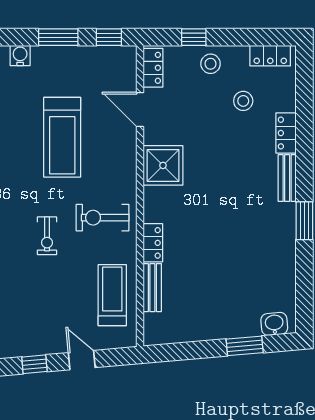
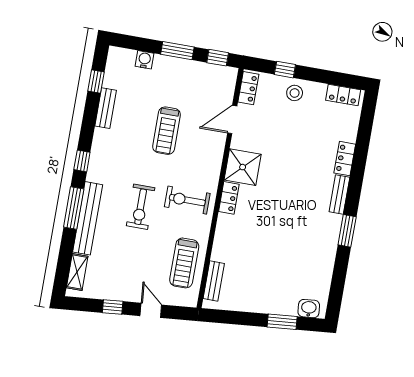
stool: (243, 101) -> (315, 127), removed
door: (140, 110) -> (232, 120), hinge flipped
treadmill: (62, 137) -> (167, 131), width x0.73, depth x0.73
exercise bike: (47, 236) -> (141, 207), width x1.38, depth x1.39
locker: (153, 243) -> (229, 198), moved
bench: (152, 288) -> (214, 281), moved
treadmill: (112, 295) -> (184, 263), turned 180

